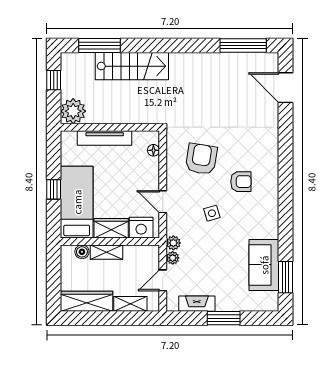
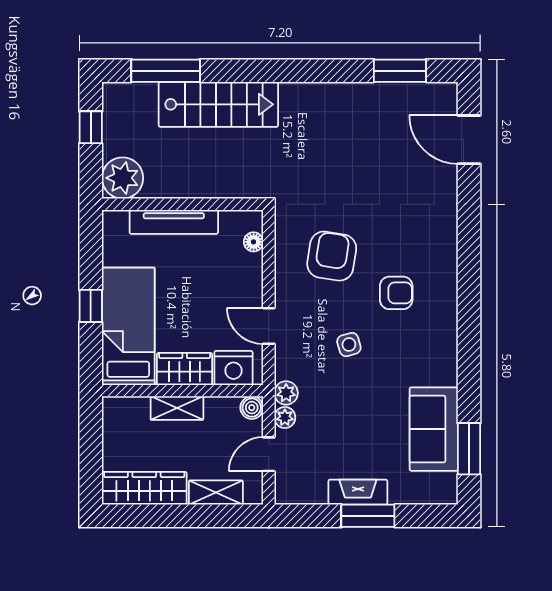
window: (243, 45) -> (400, 71), width x0.69
boiler: (82, 252) -> (252, 408), moved
fireplace: (197, 304) -> (358, 492), moved

